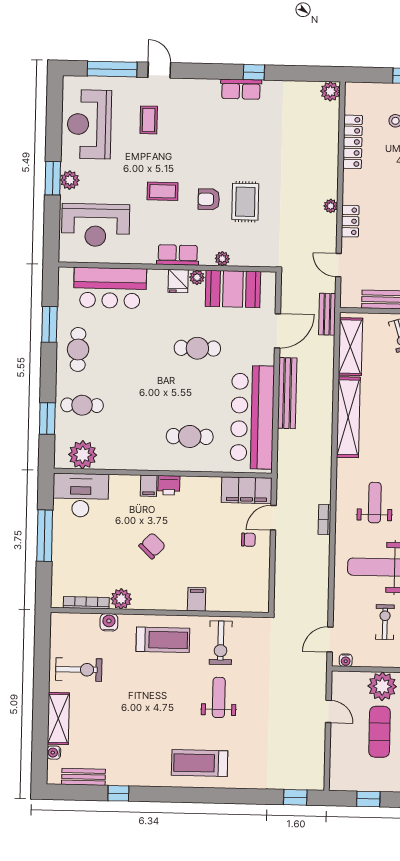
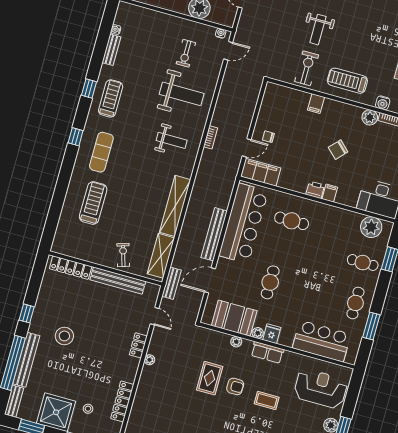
cafe table: (197, 348) -> (270, 282), turned 90
weight bench: (375, 503) -> (172, 140), turned -90

